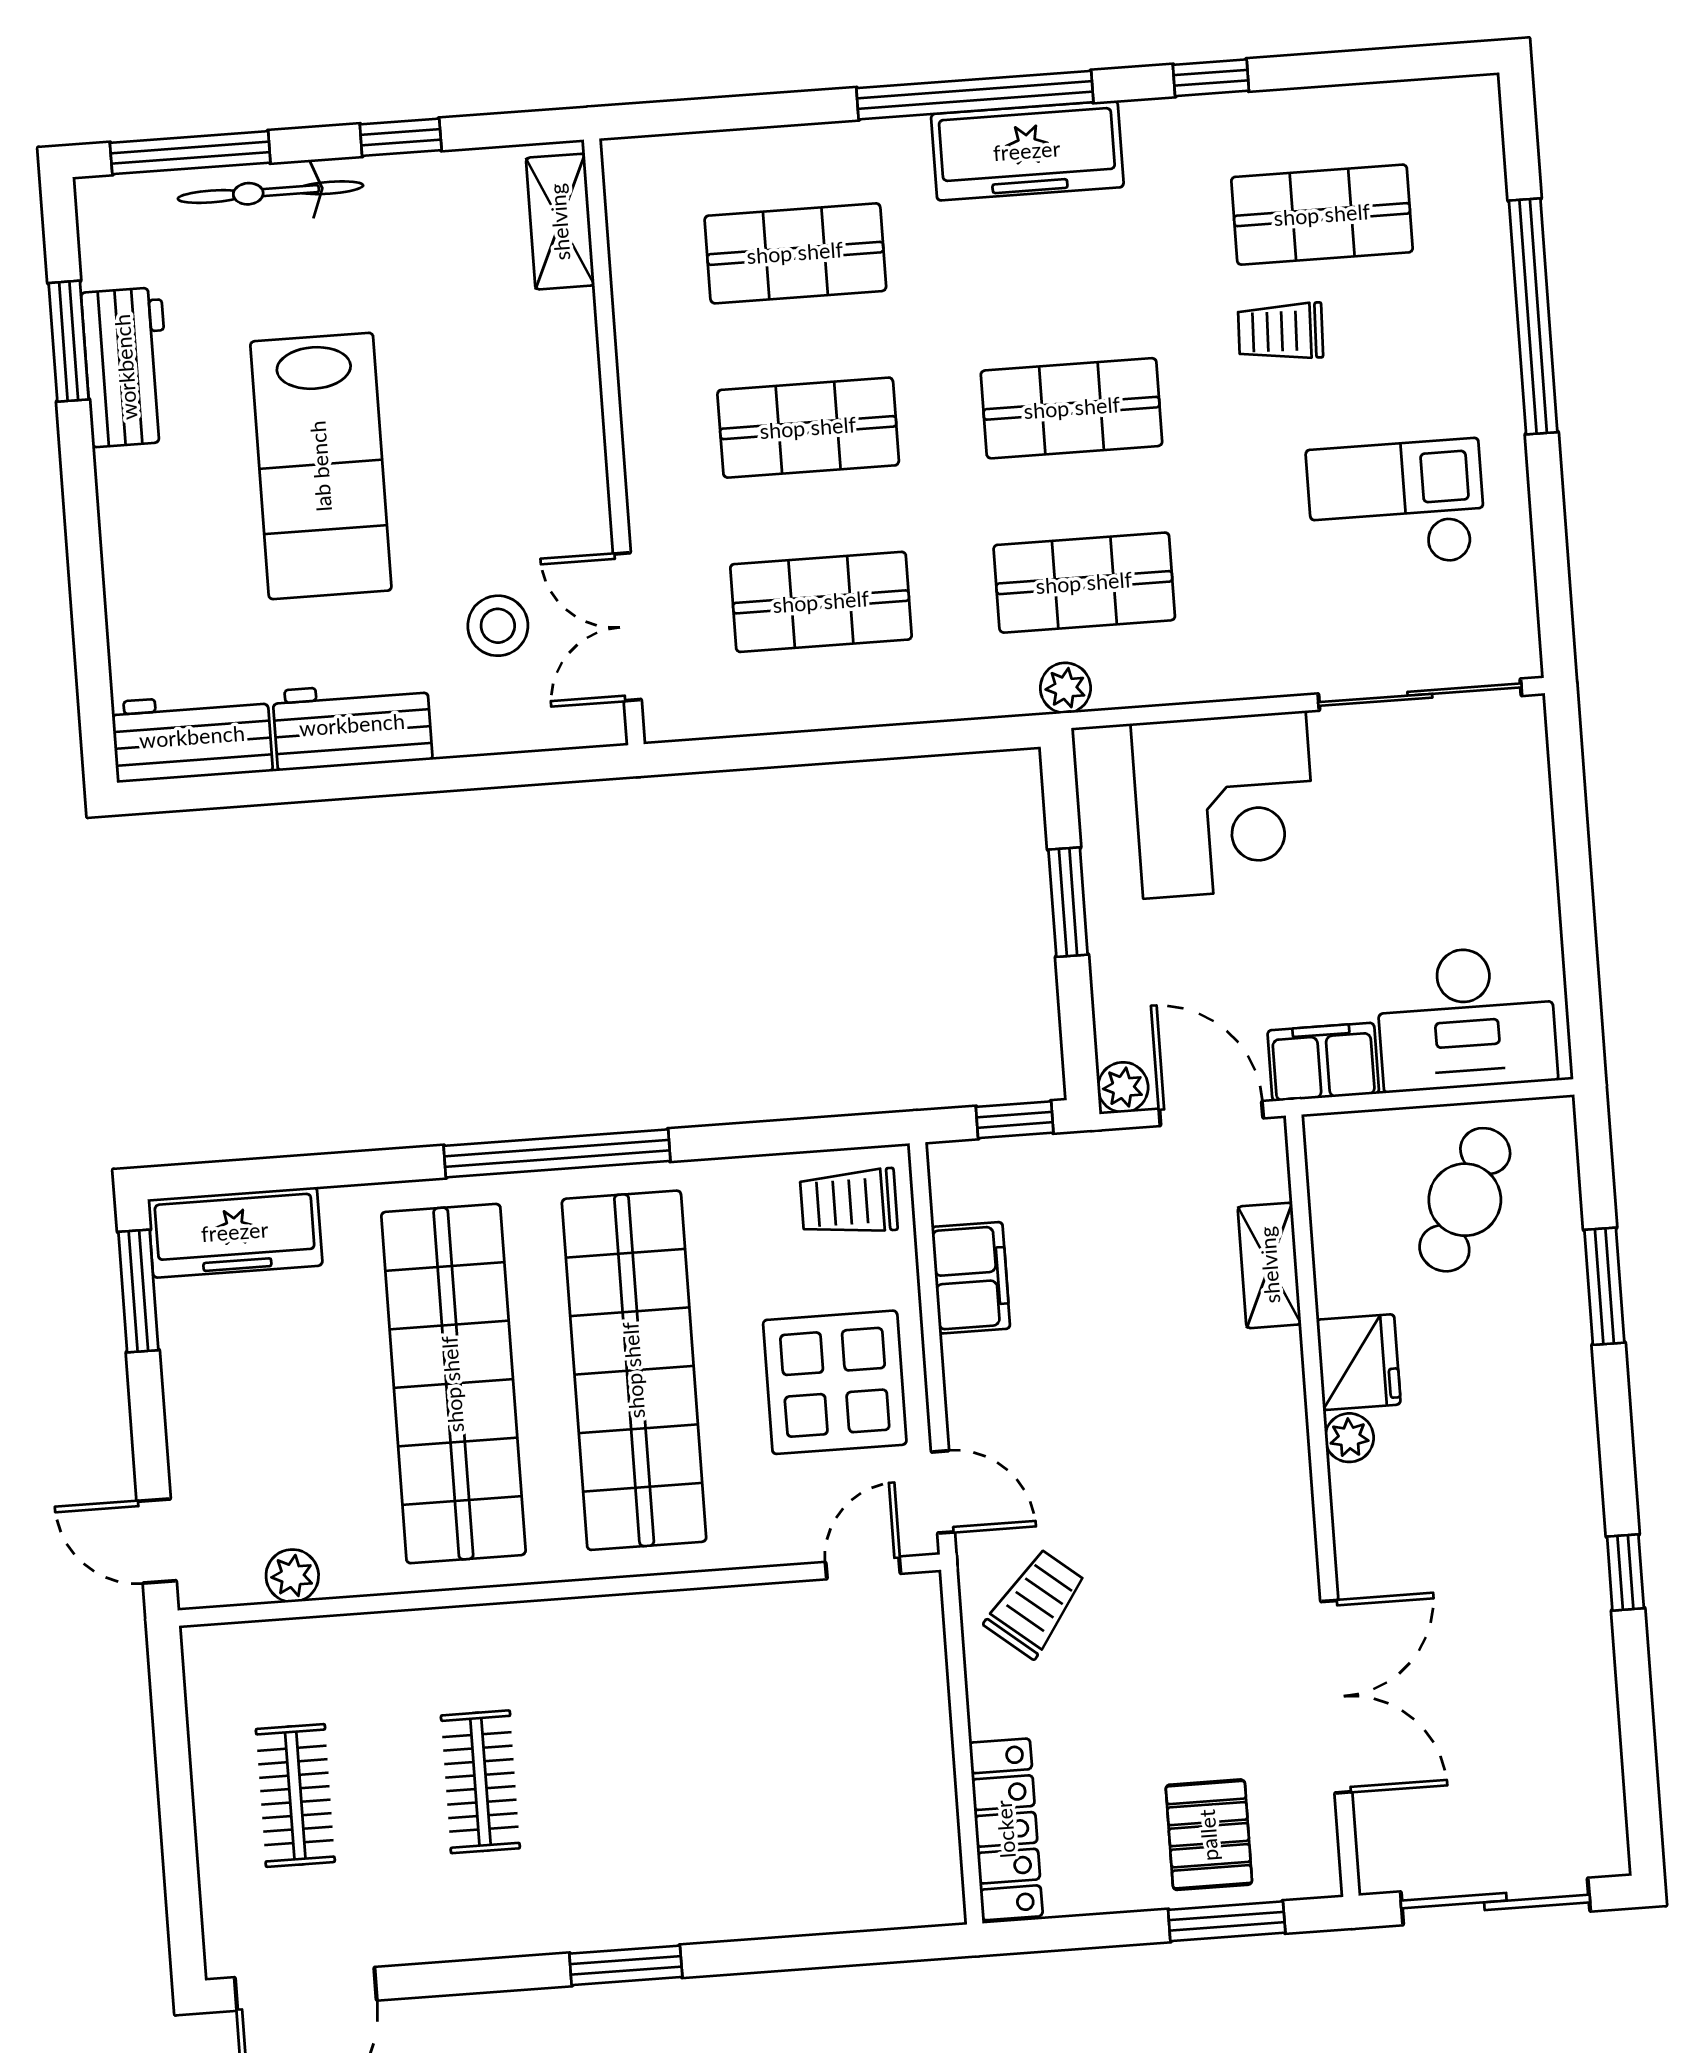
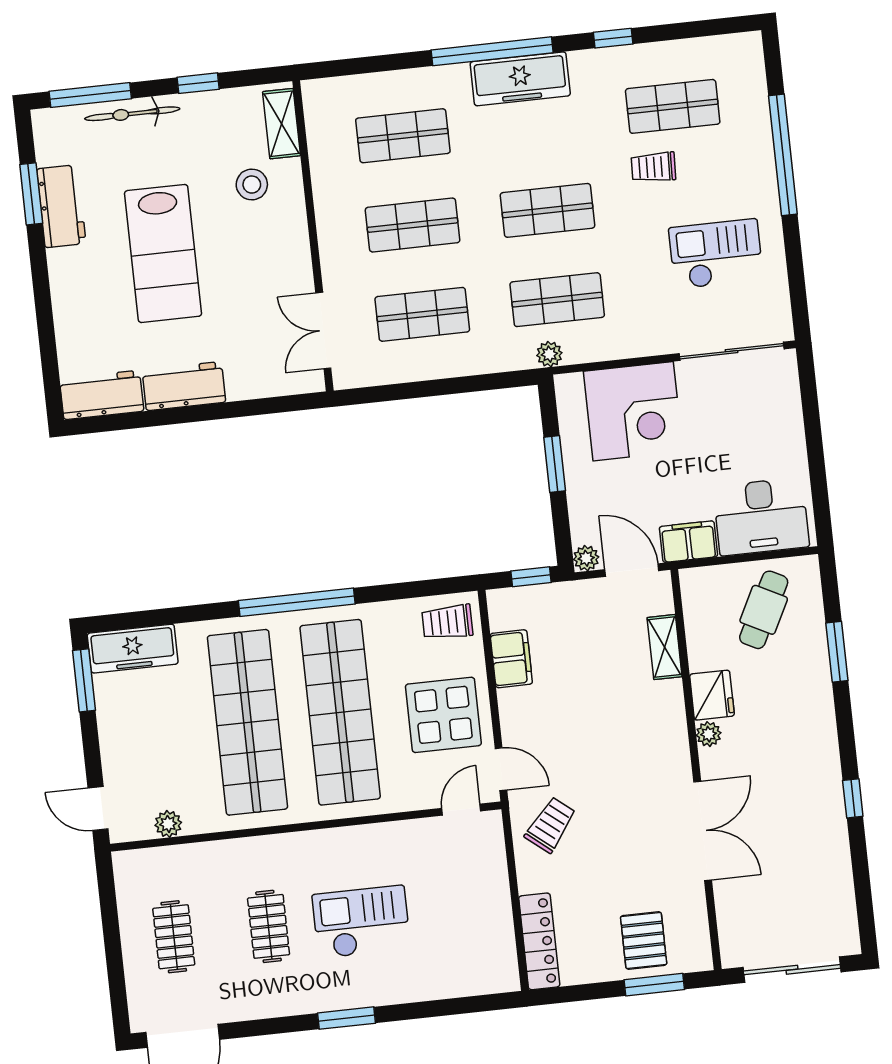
stool: (498, 626) -> (252, 185), moved
double door: (1336, 1697) -> (703, 831), moved
checkout: (661, 1779) -> (361, 922), added

